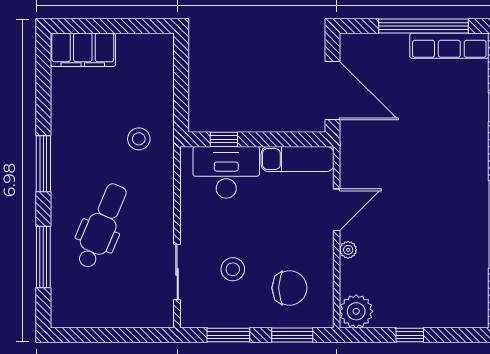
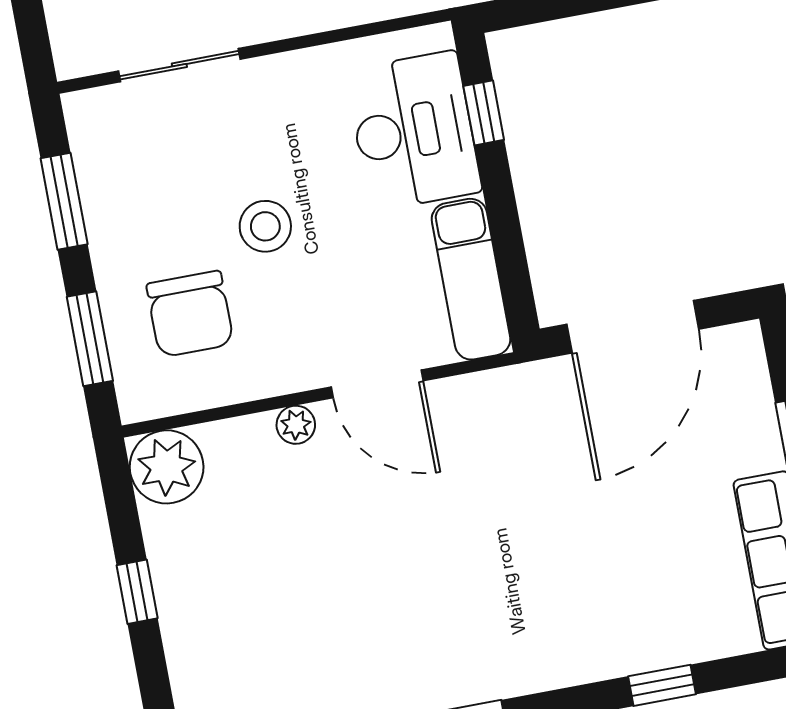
stool: (233, 269) -> (265, 226), moved

